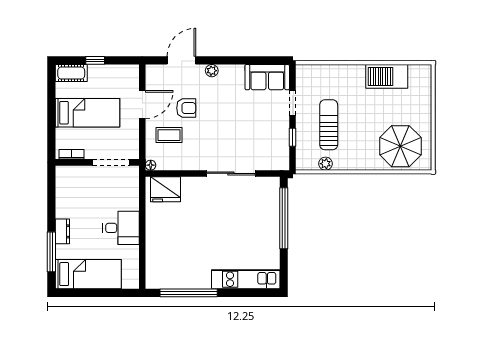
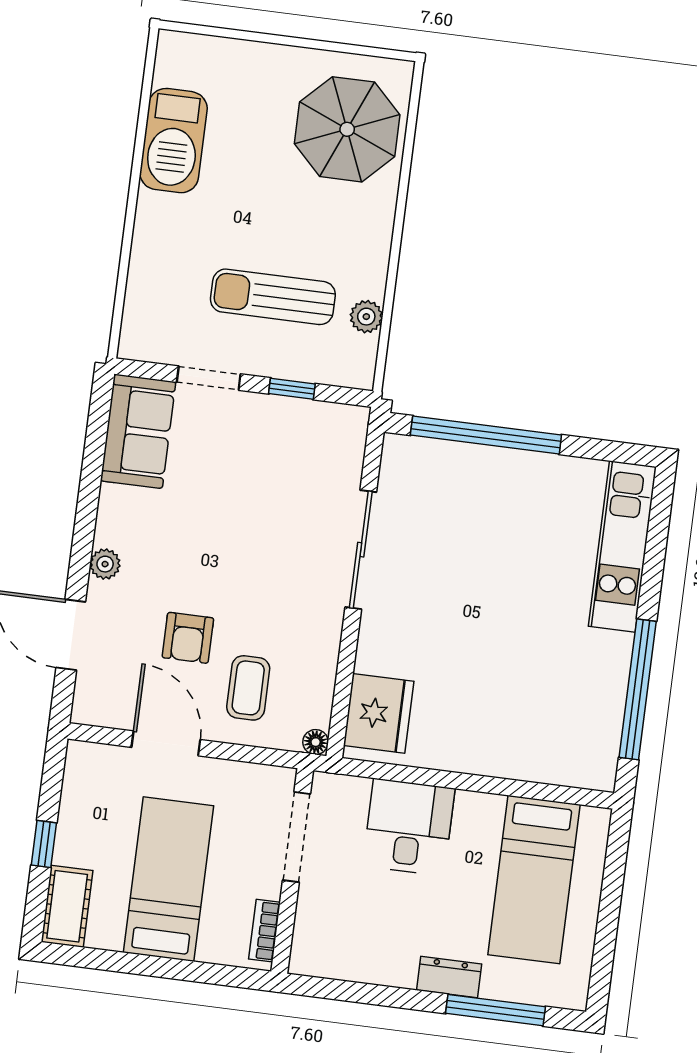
armchair: (186, 108) -> (188, 638), turned 180
desk: (121, 228) -> (409, 827), moved
bed: (88, 274) -> (534, 880), moved, turned 180

